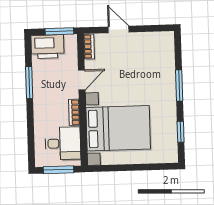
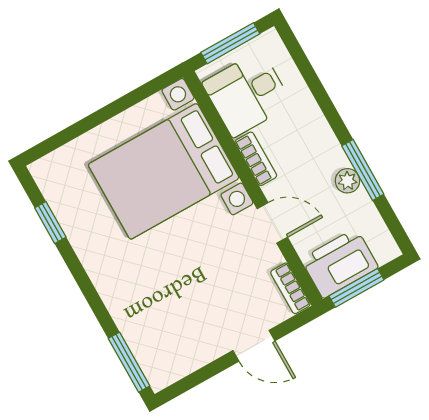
printer: (47, 47) -> (340, 263), moved
door: (82, 80) -> (272, 223), swing flipped
plant: (38, 81) -> (347, 181), added
window: (179, 85) -> (129, 362), moved

